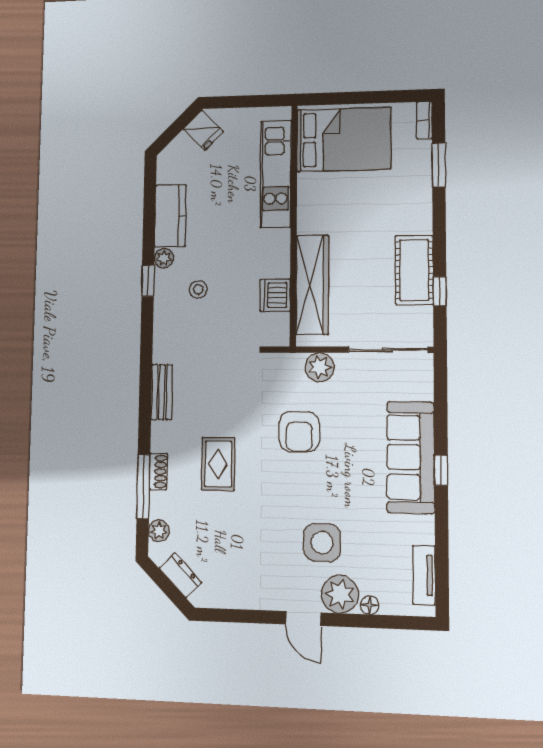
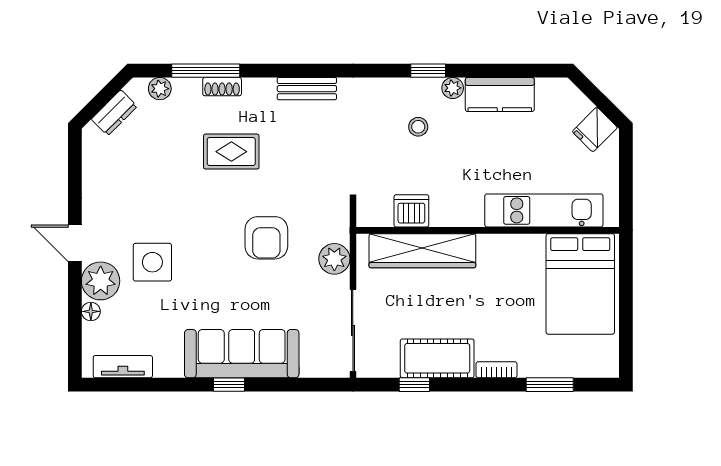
bookcase: (424, 120) -> (496, 370), moved
armchair: (299, 432) -> (266, 238), turned -90
door: (303, 618) -> (75, 243), hinge flipped

